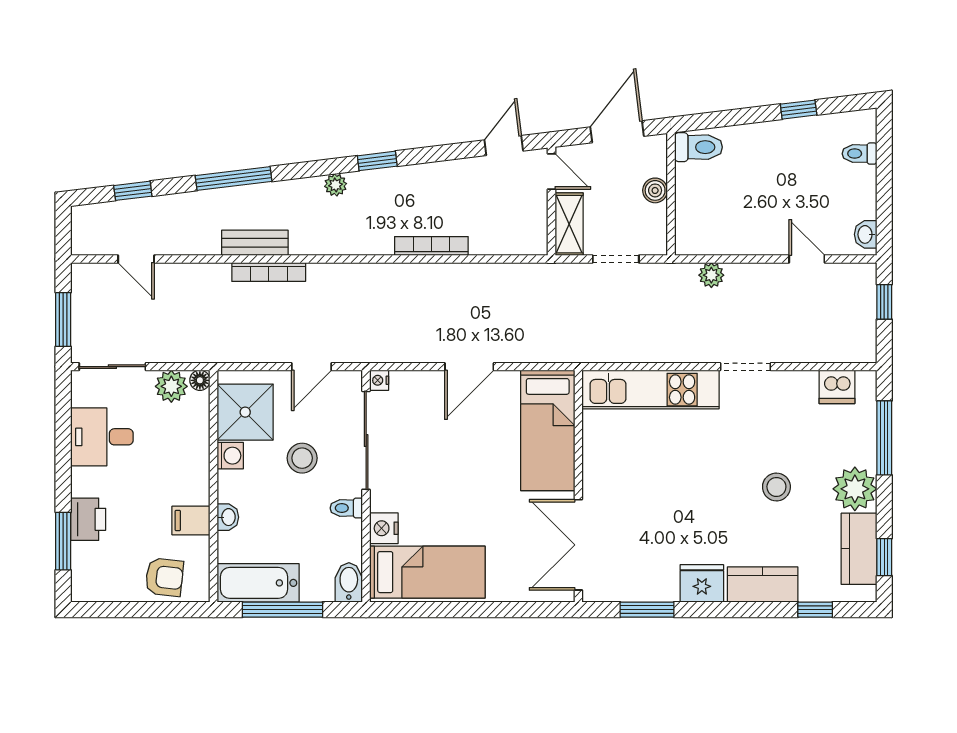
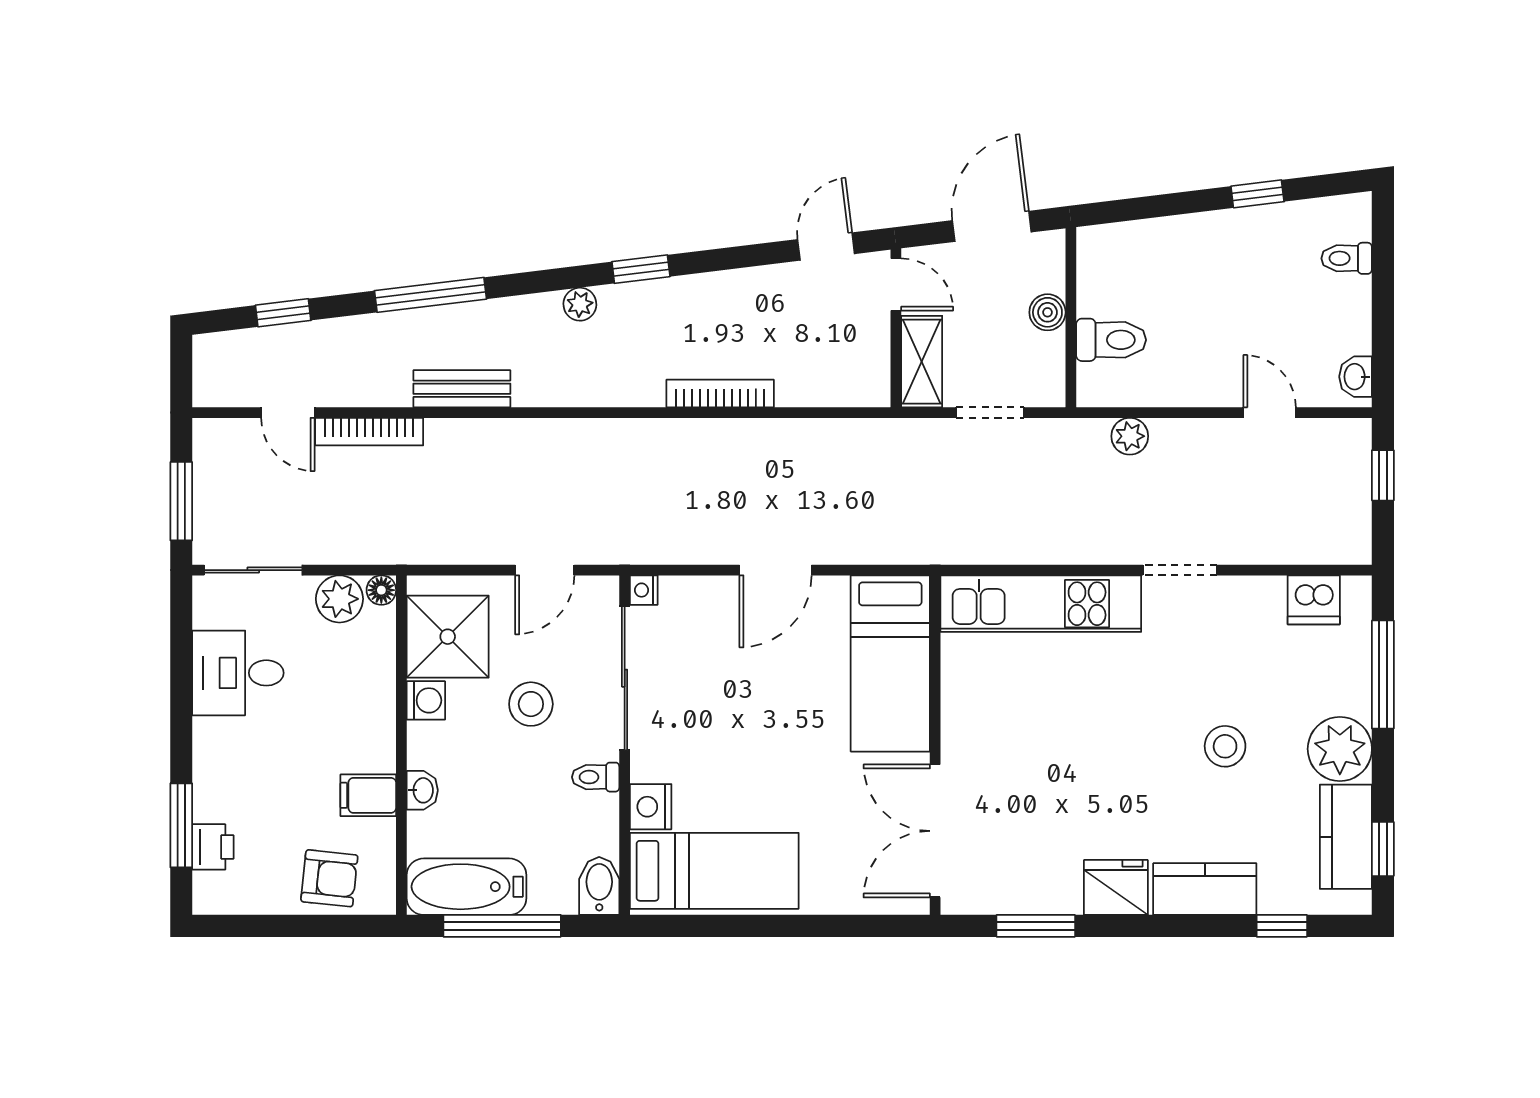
toilet: (699, 147) -> (1111, 340), moved
bookcase: (269, 272) -> (369, 432), moved
printer: (88, 519) -> (213, 847), moved, width x0.73, depth x0.81

